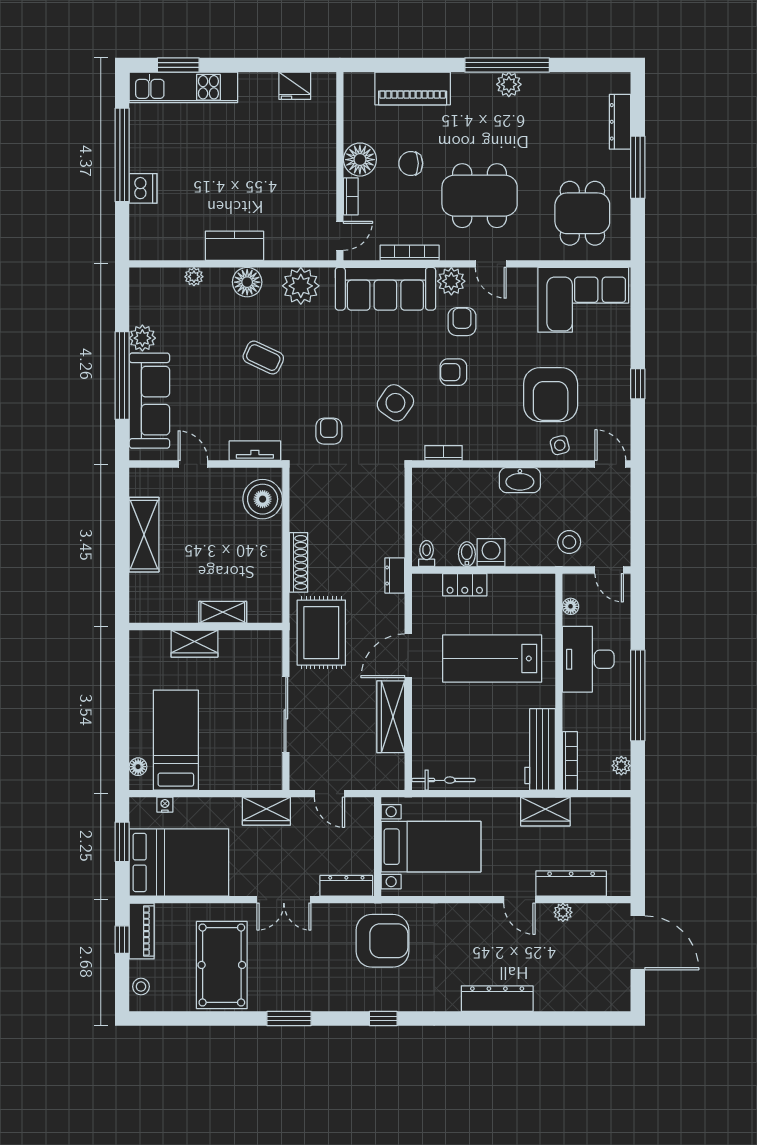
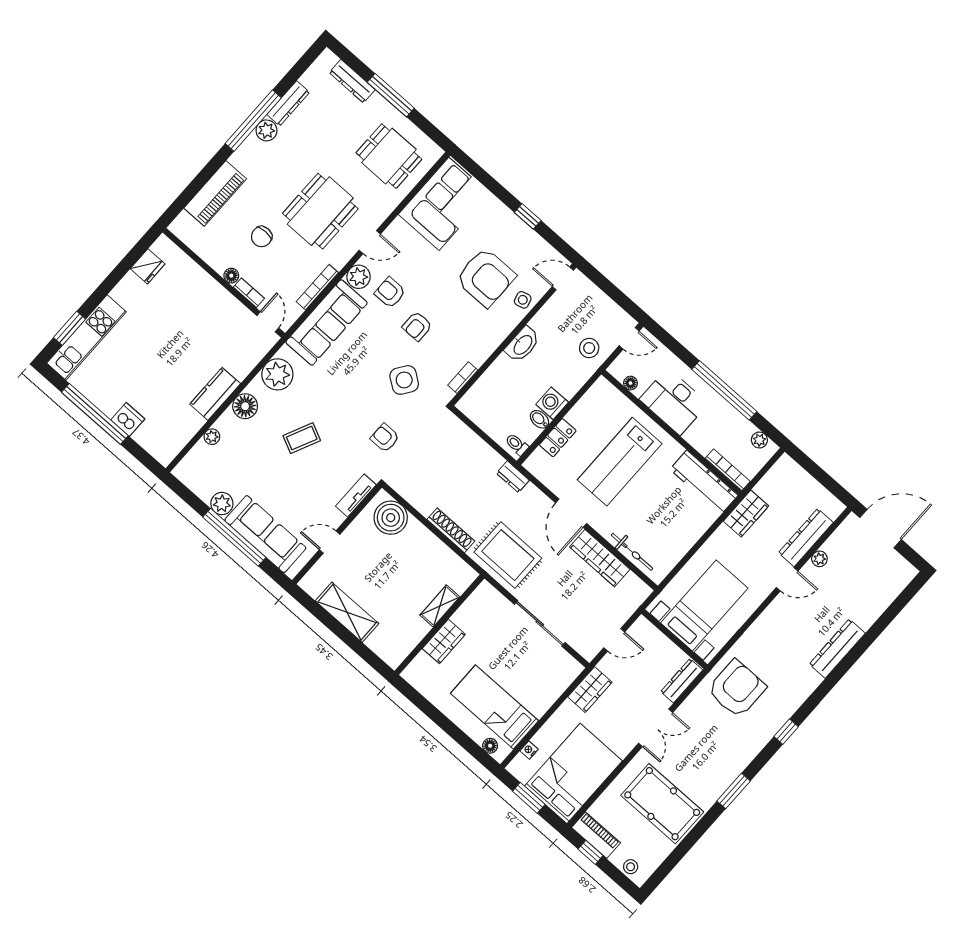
dresser: (550, 82) -> (288, 103), added
floor lamp: (360, 160) -> (231, 276), width x0.53, depth x0.53
bicycle: (443, 780) -> (632, 552), moved, turned 90

